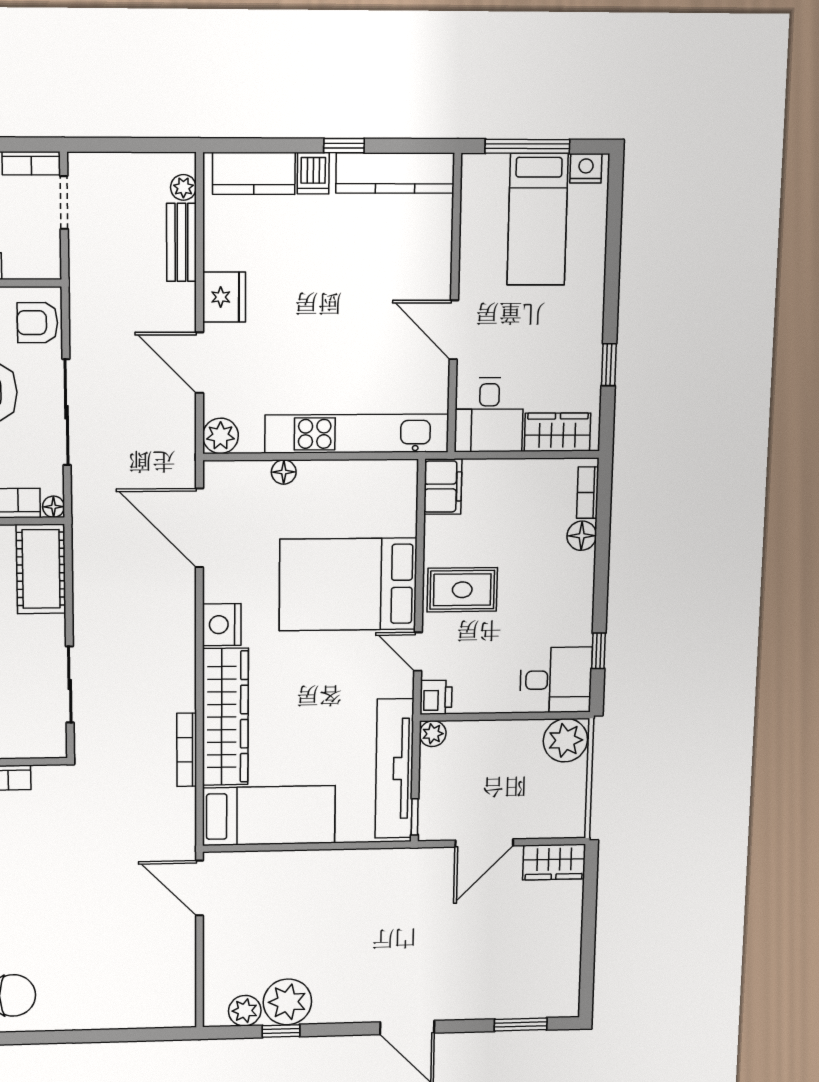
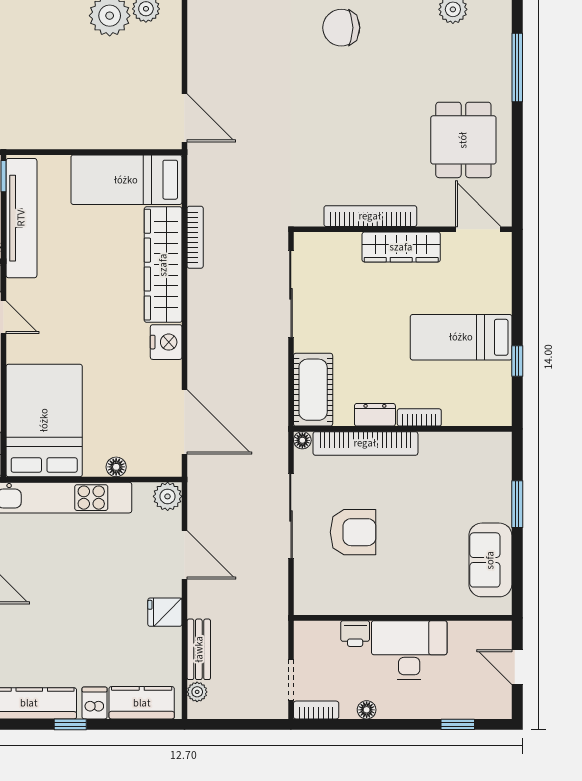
fridge: (224, 297) -> (165, 612), width x0.72
armchair: (37, 323) -> (313, 587), removed
bed: (348, 584) -> (44, 420), moved, turned -90
sliding door: (70, 685) -> (291, 294), width x1.37

